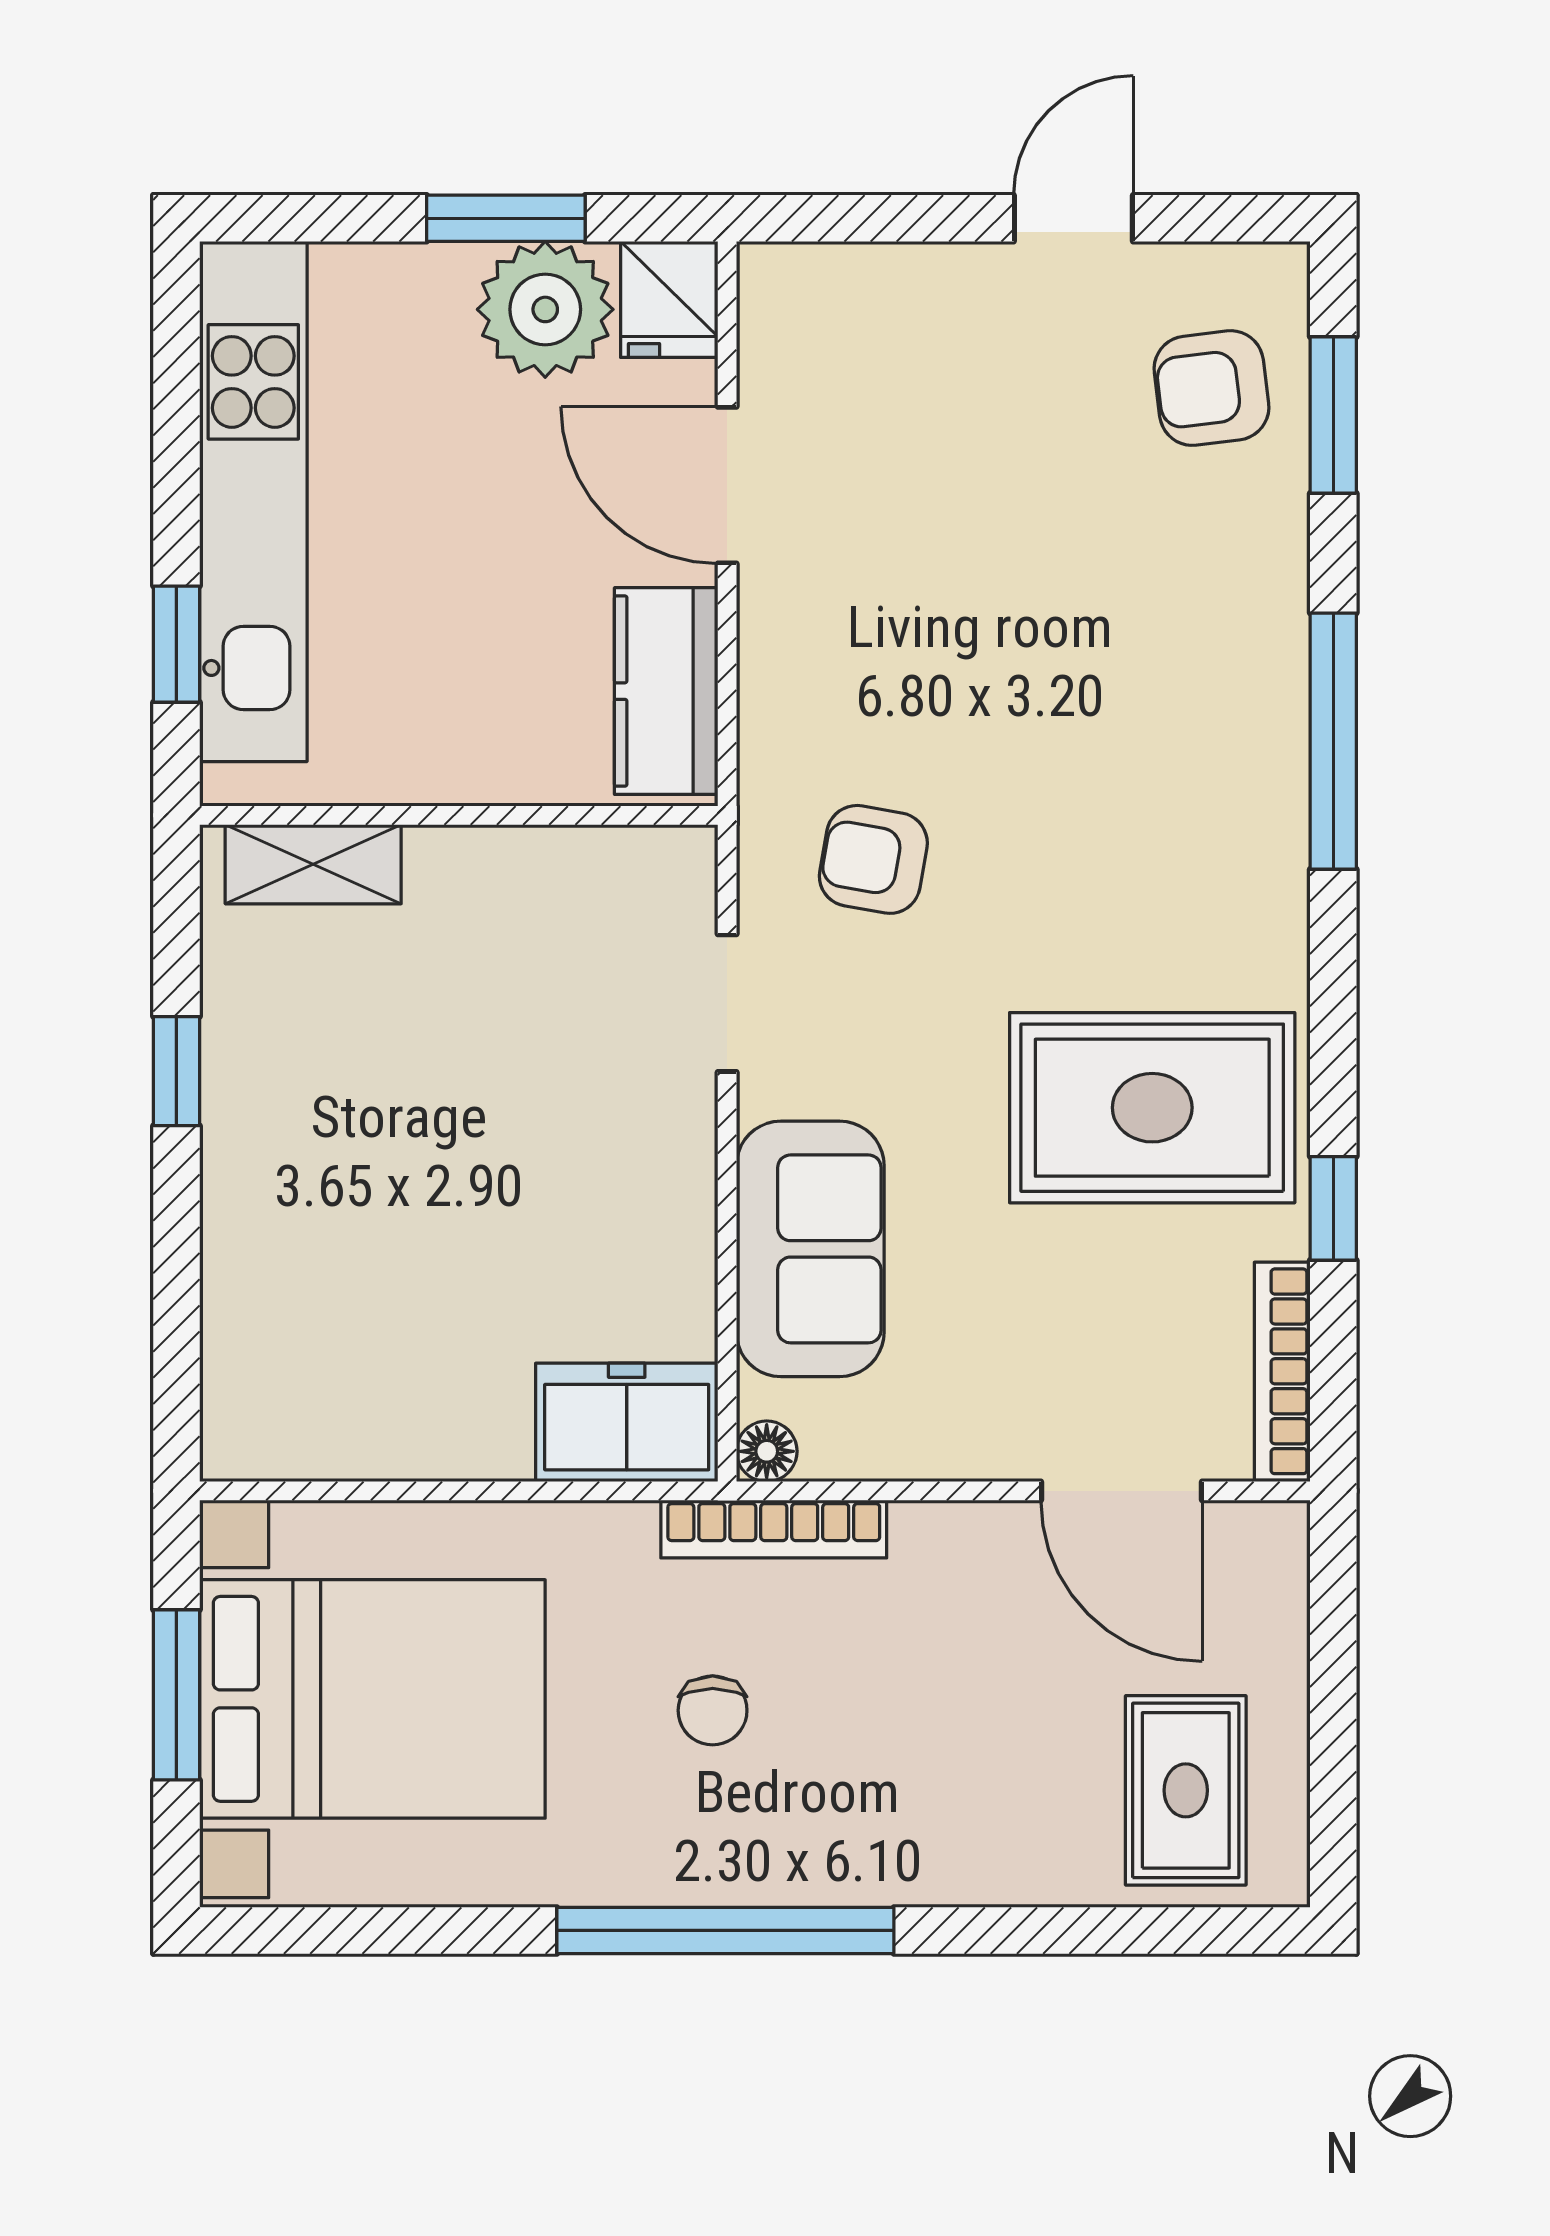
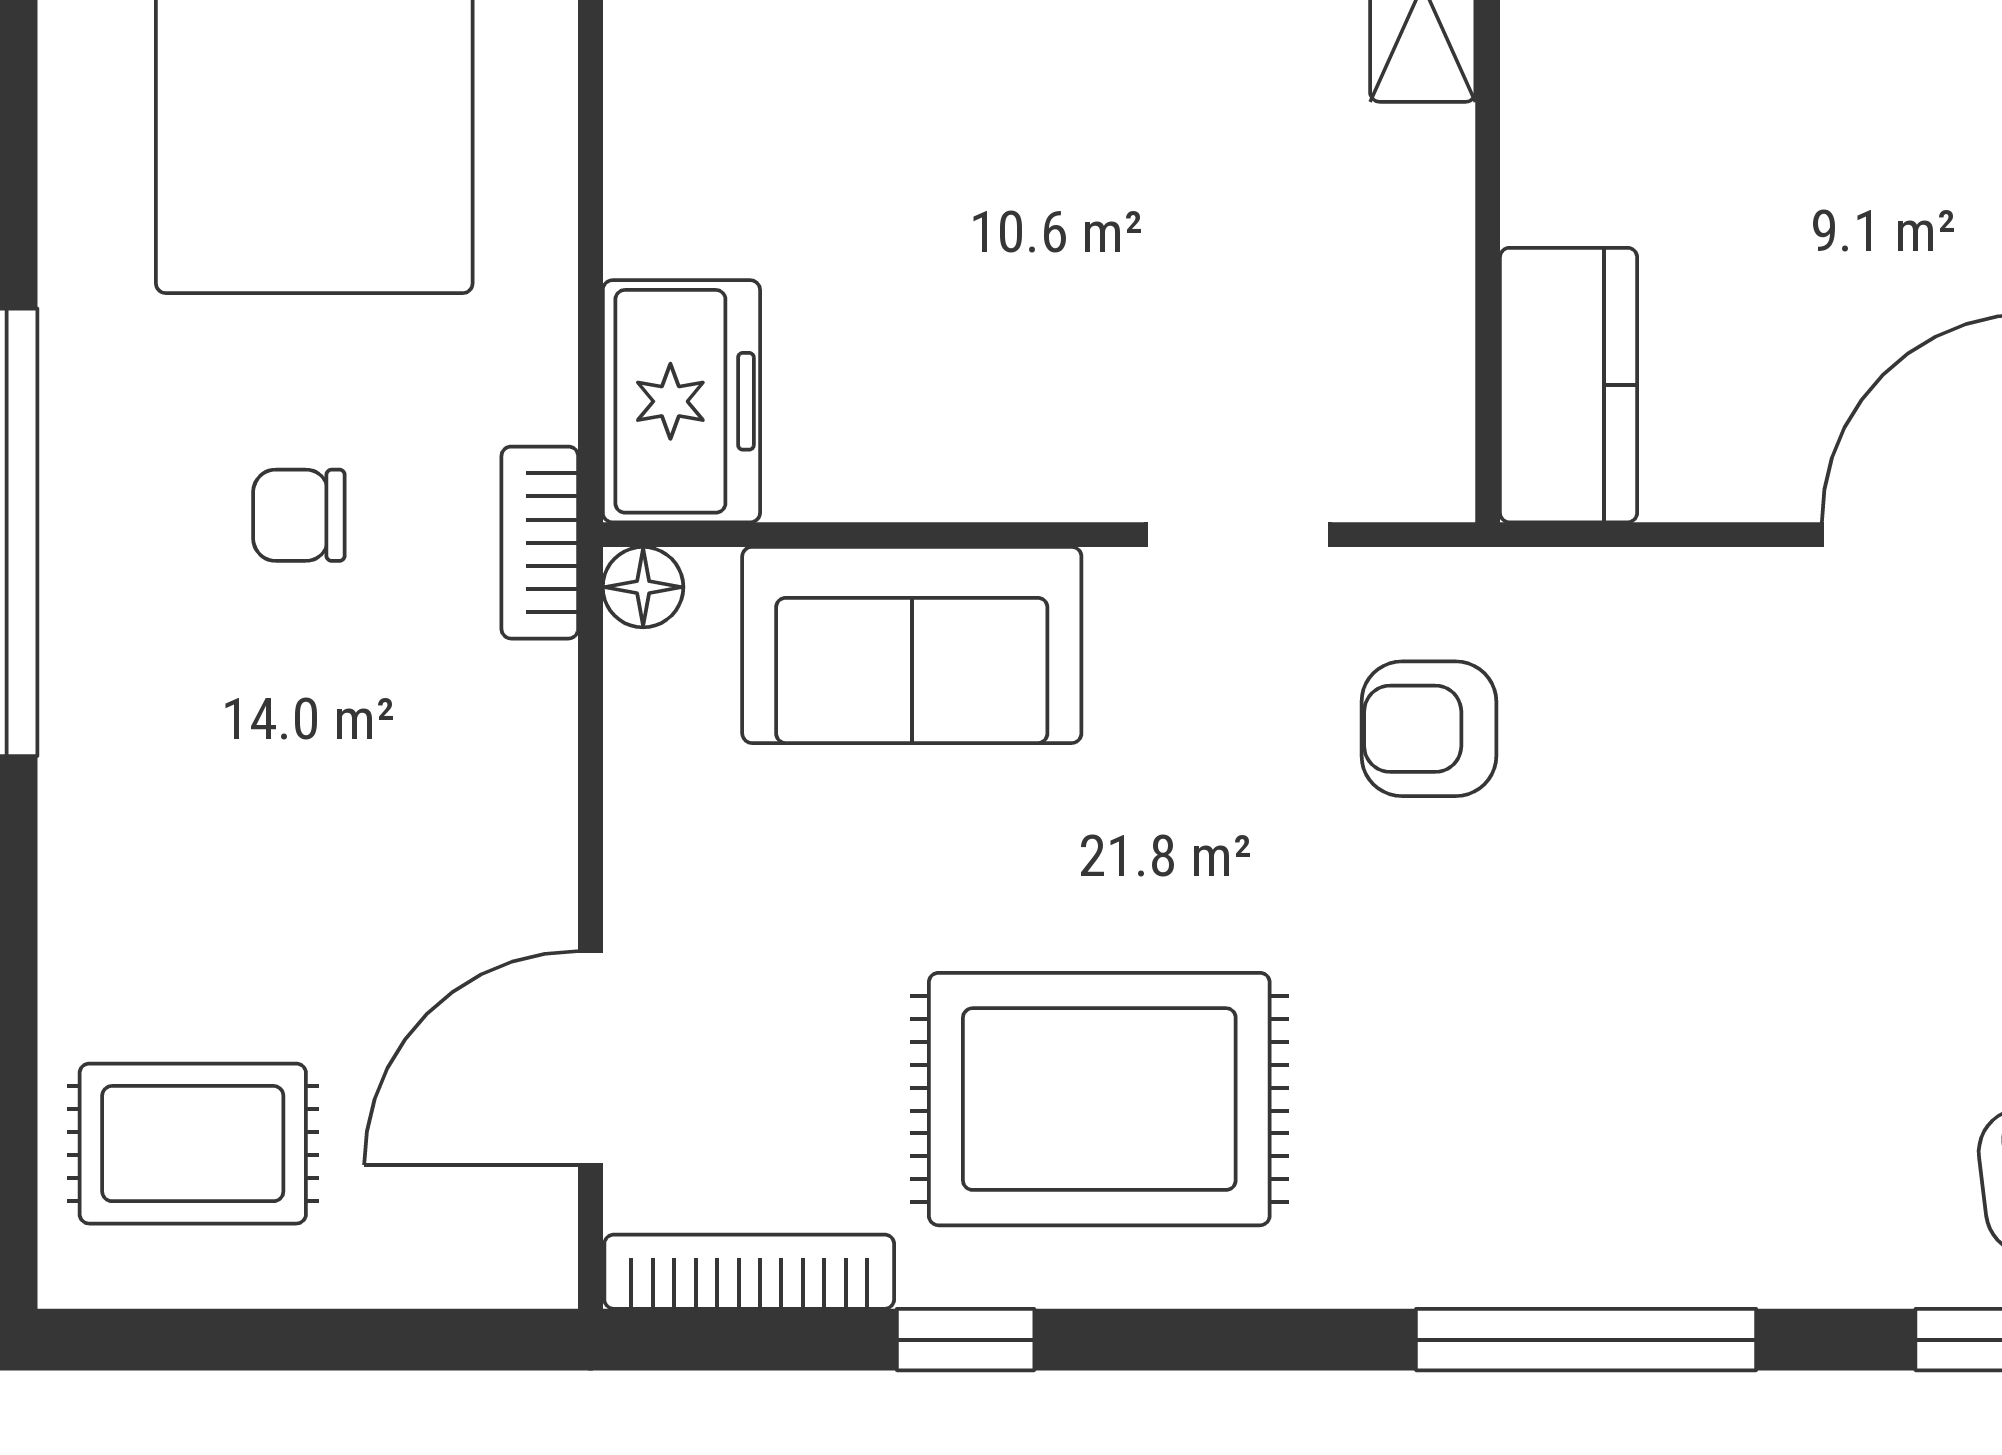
kitchen counter: (666, 691) -> (1569, 385), moved, turned 90
armchair: (873, 859) -> (1429, 729), turned -100
rug: (1152, 1108) -> (1099, 1099), turned 90
bookcase: (774, 1529) -> (540, 543), width x0.64

